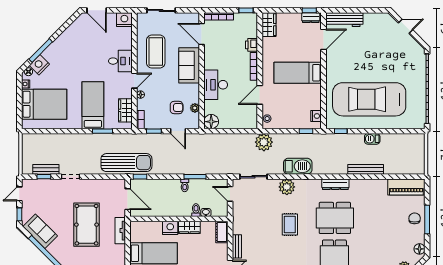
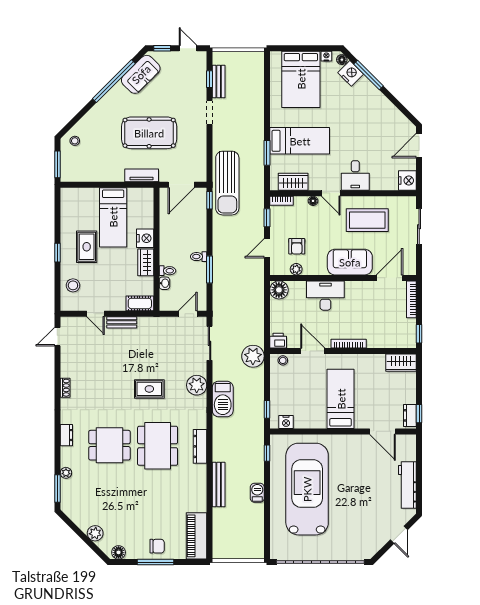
workbench: (344, 20) -> (407, 485), moved
printer: (251, 45) -> (278, 341), moved

